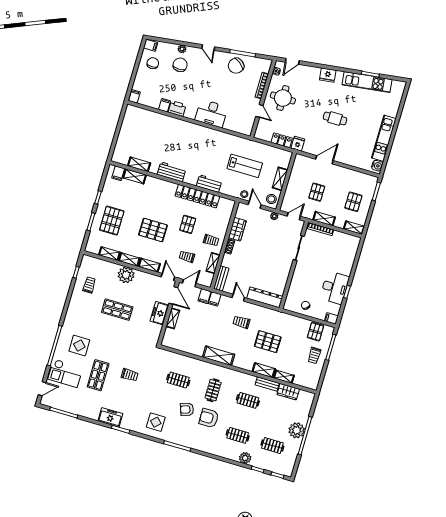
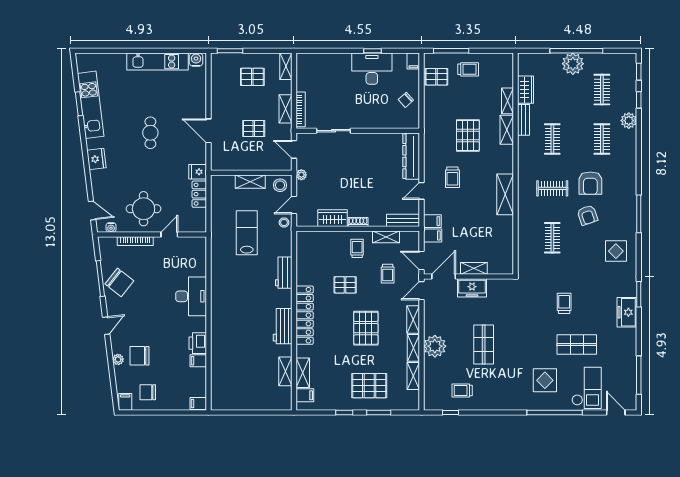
locker: (197, 196) -> (305, 315), moved

